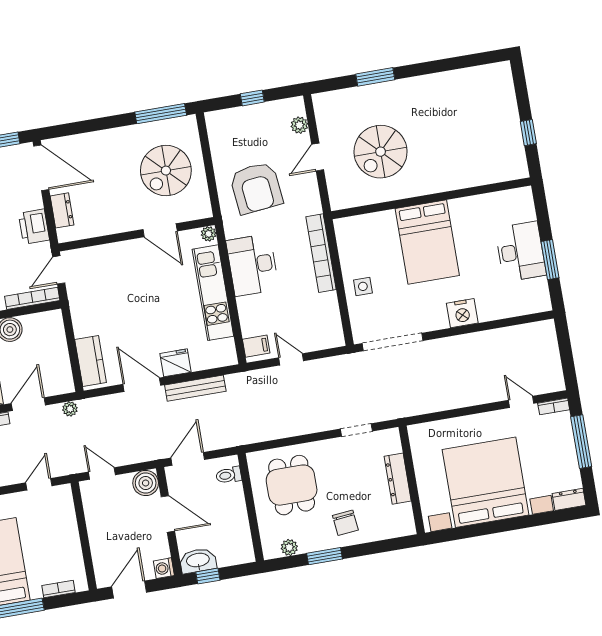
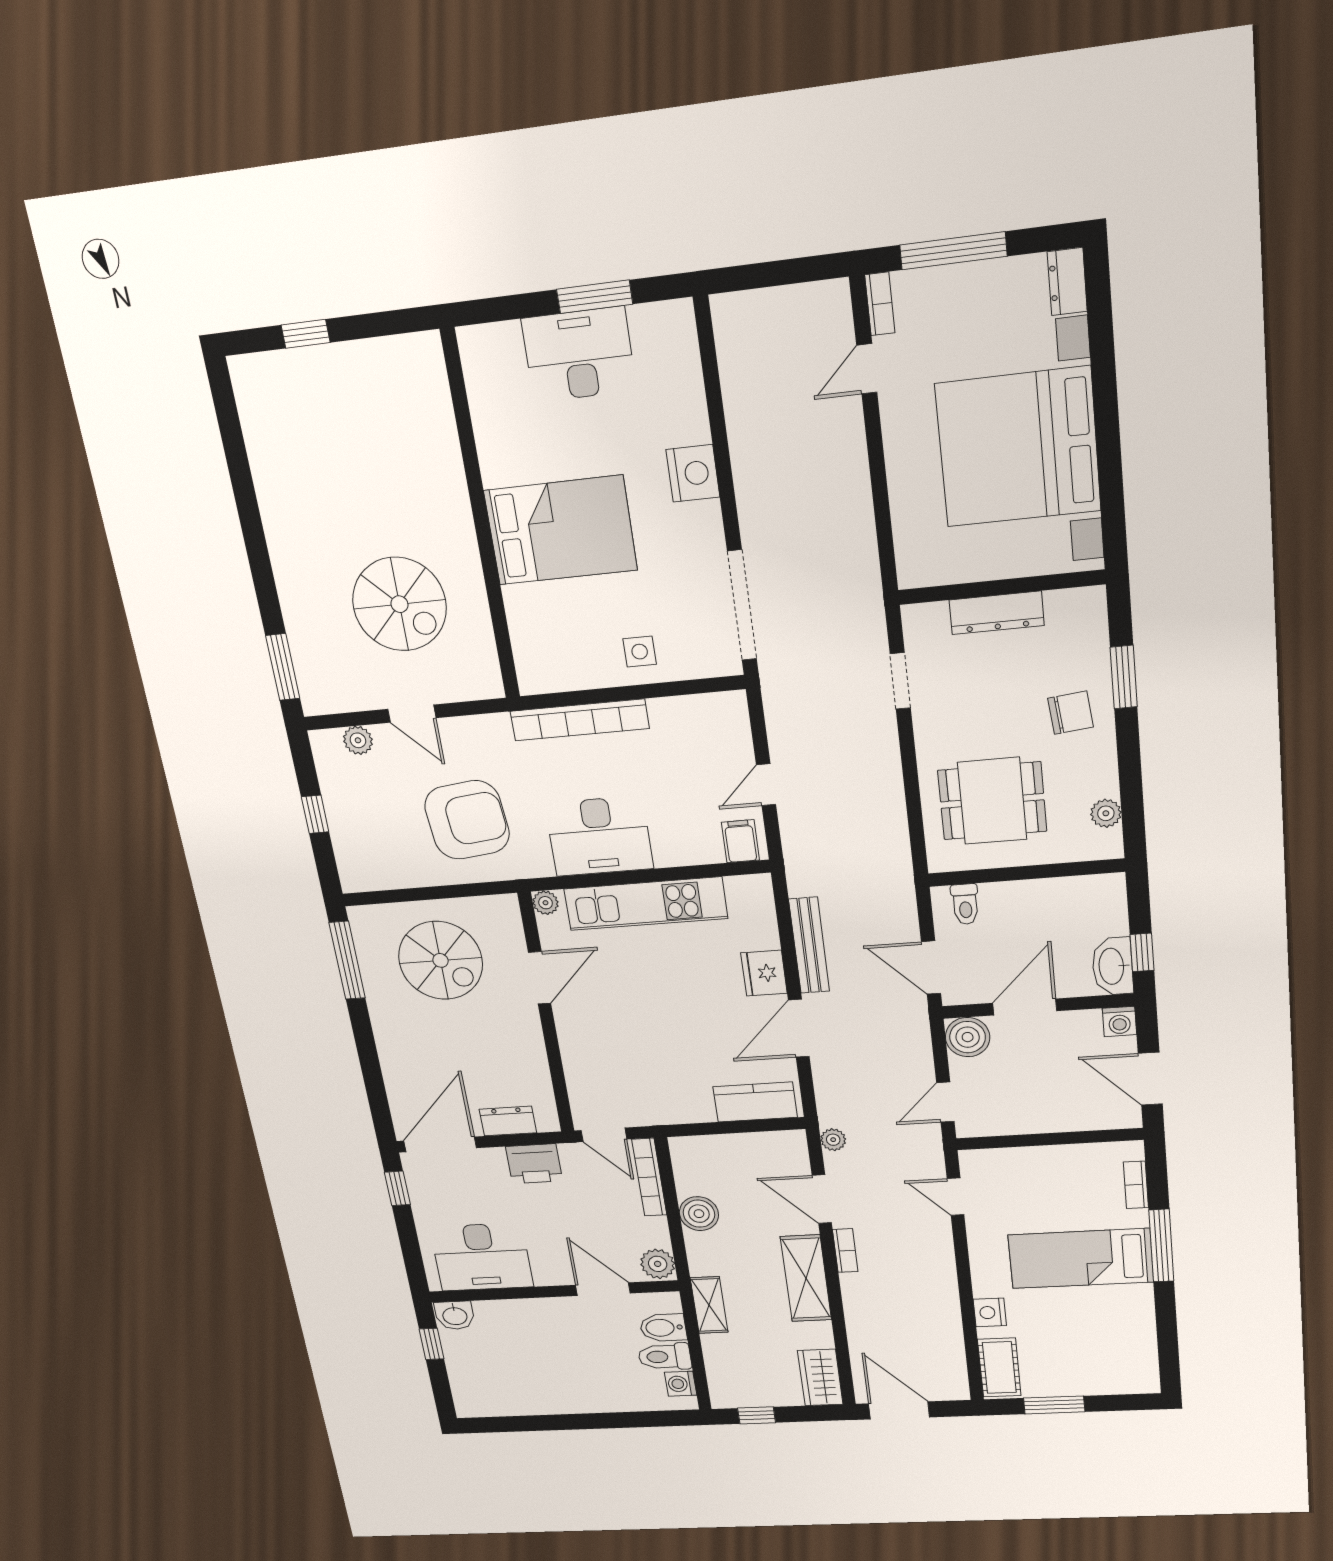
window: (375, 77) -> (283, 667), moved
window: (528, 133) -> (306, 334), moved
window: (325, 556) -> (1124, 677), moved

